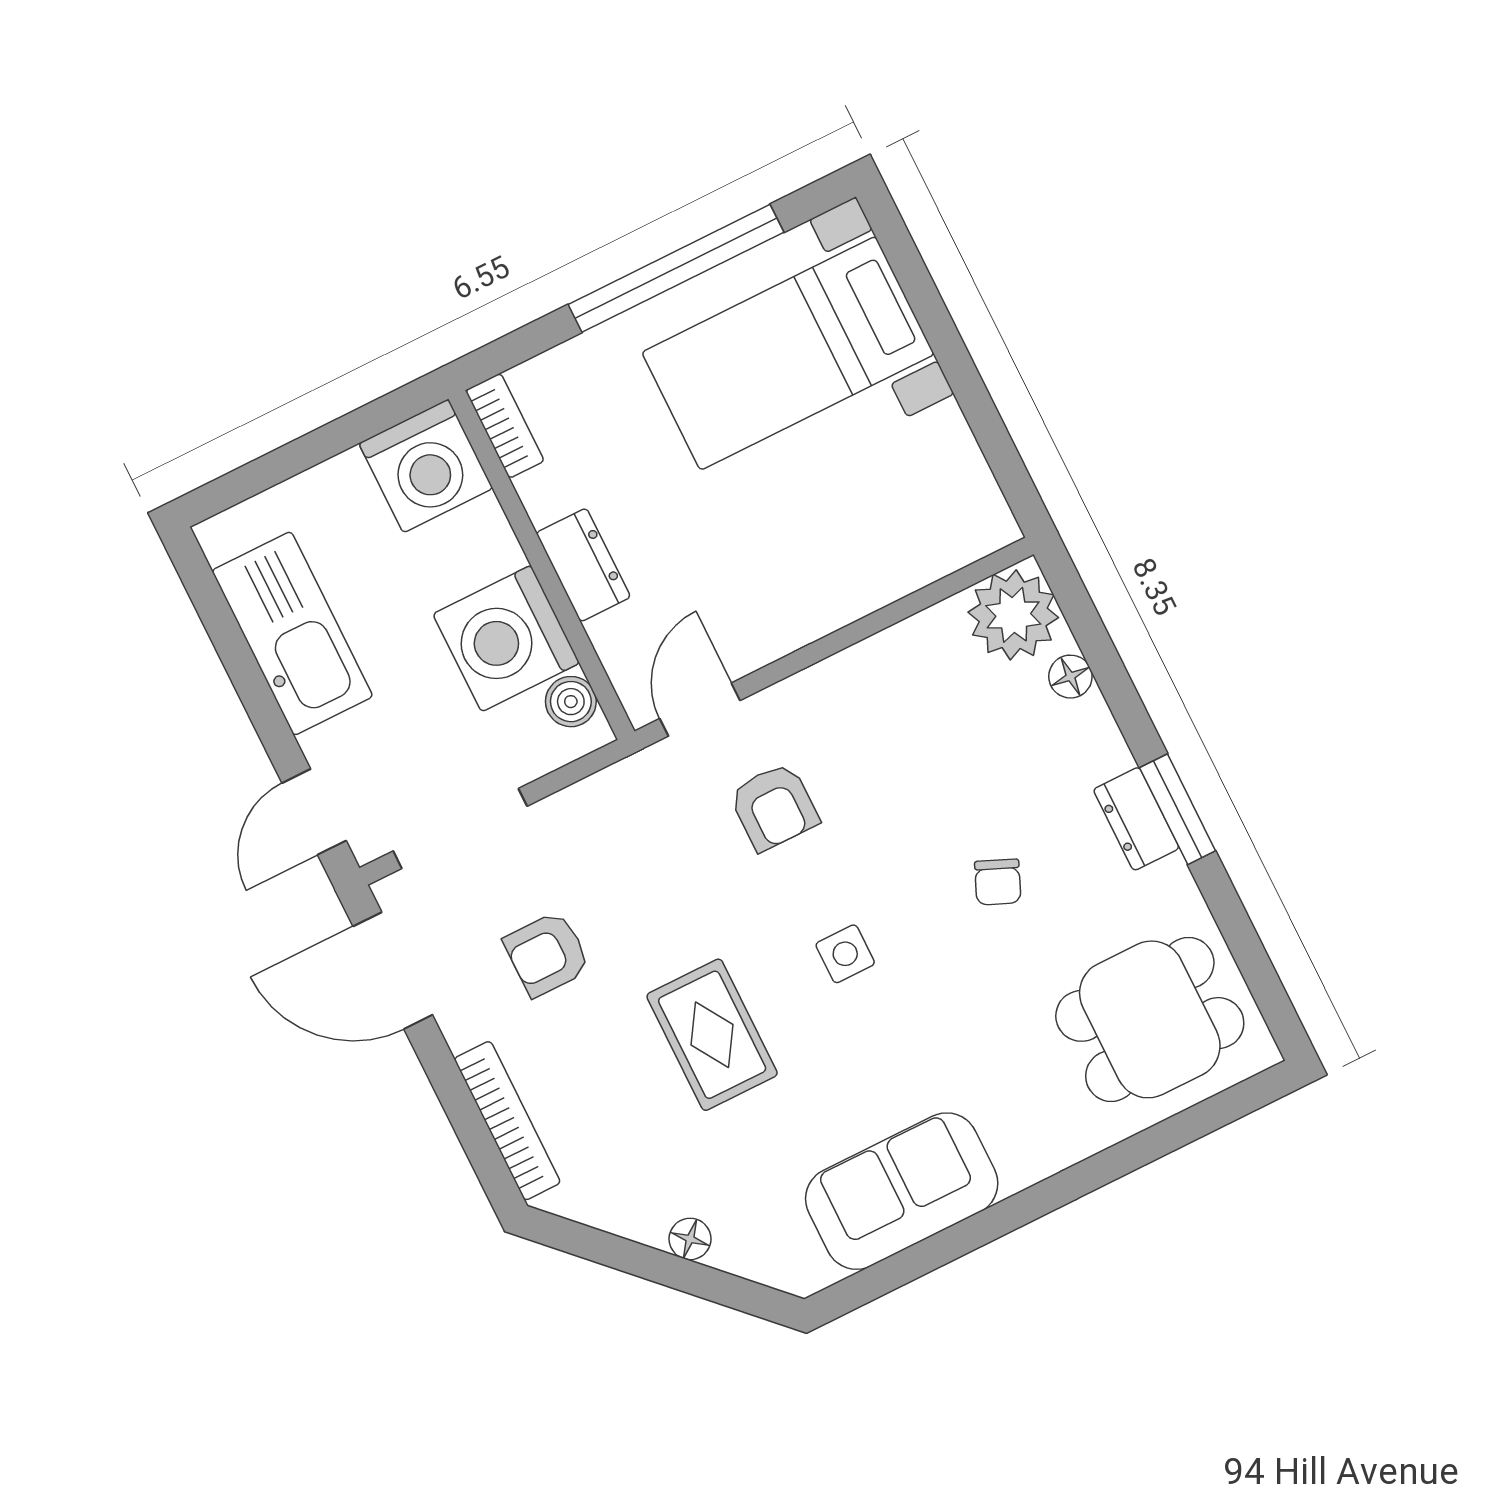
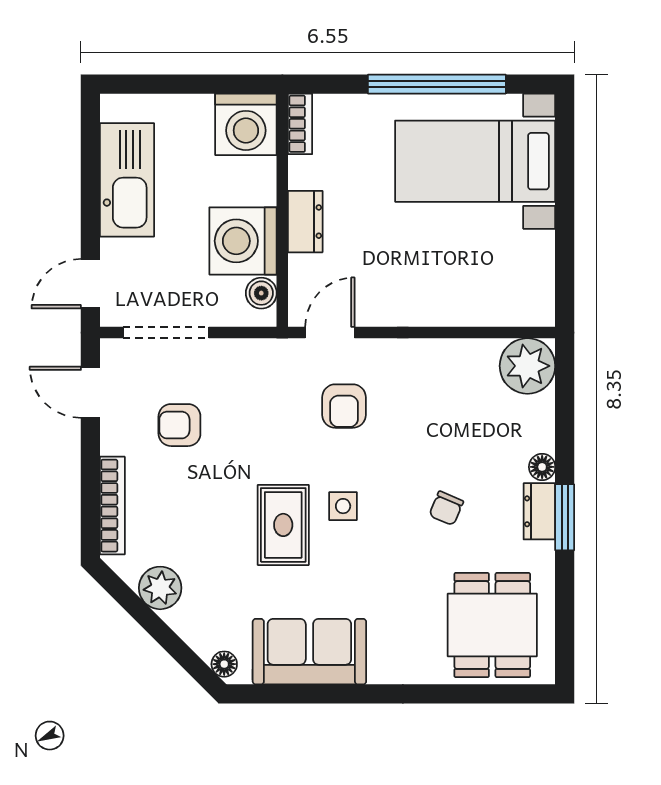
floor lamp: (1070, 677) -> (542, 467), moved
door: (393, 971) -> (90, 392), width x0.73
dining table: (1150, 1019) -> (492, 625), turned 90
rug: (712, 1035) -> (283, 525), moved
plant: (637, 1206) -> (160, 588), added
floor lamp: (690, 1239) -> (224, 664), moved

